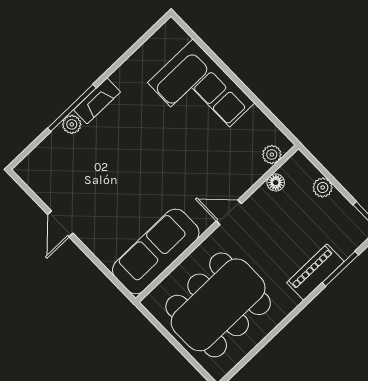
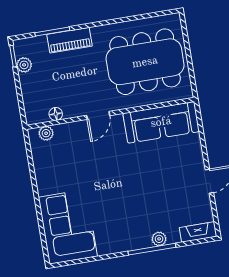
corner sofa: (201, 93) -> (68, 227), moved
fireplace: (97, 101) -> (198, 232), moved
plant: (323, 187) -> (24, 65), moved
door: (229, 212) -> (98, 115), hinge flipped

